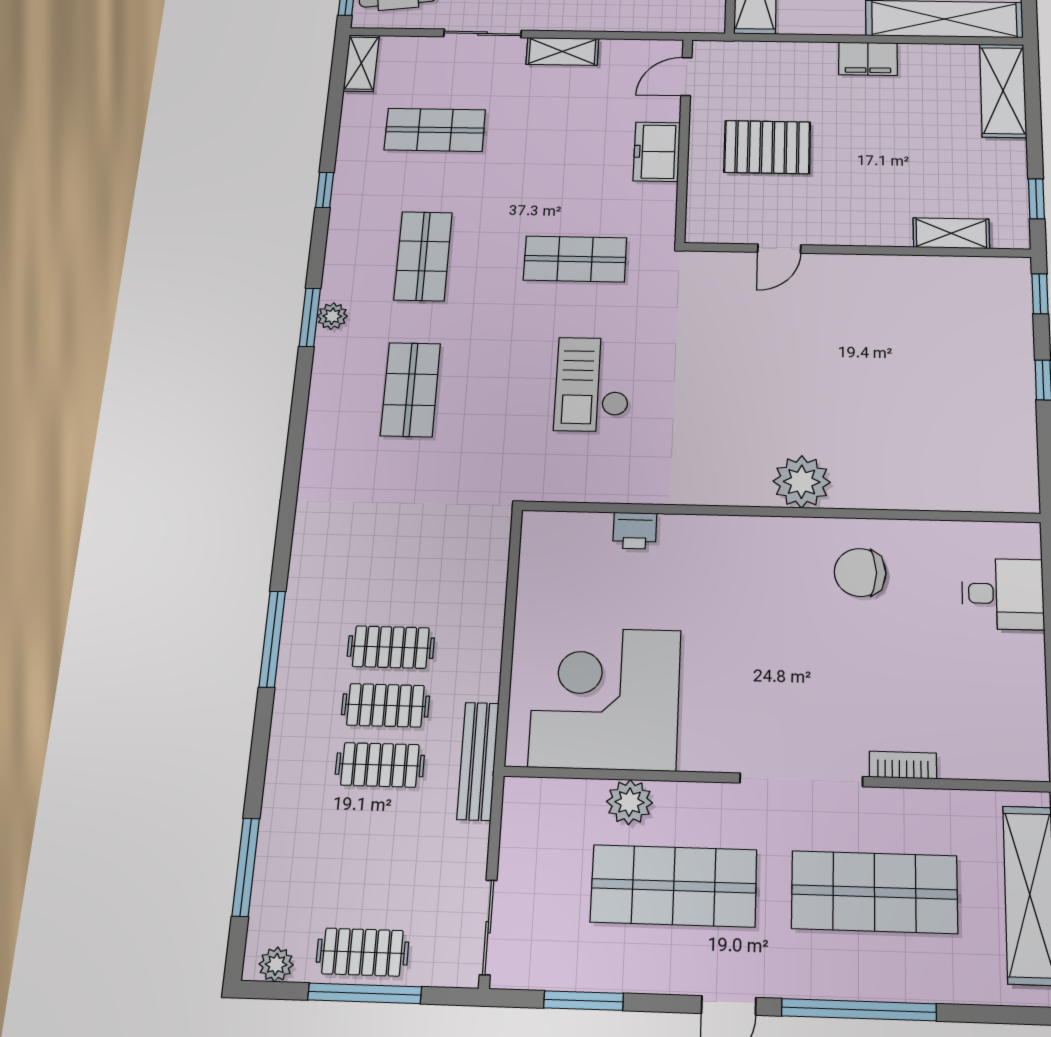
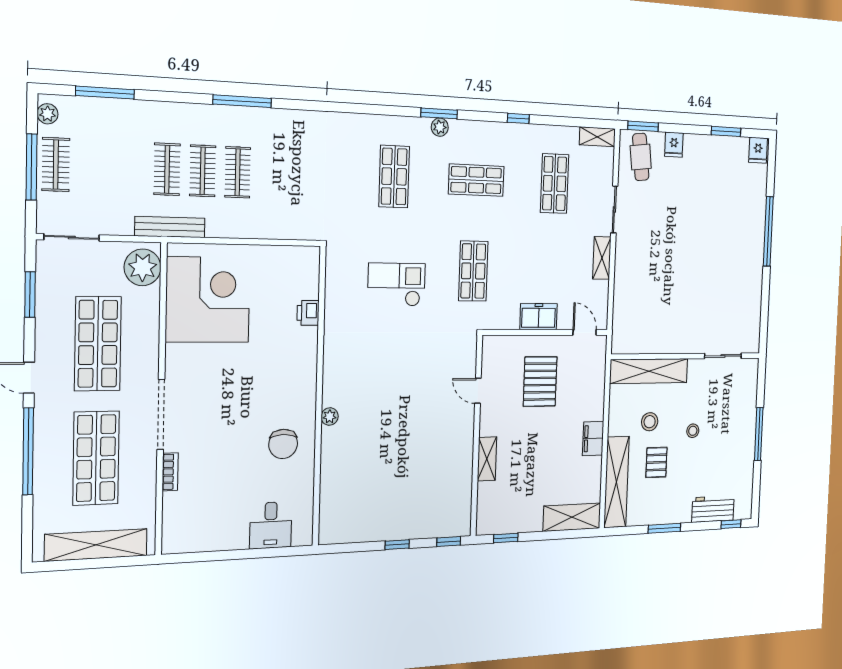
shelving: (951, 233) -> (487, 459), moved
shop shelf: (411, 390) -> (394, 177), turned 90
plant: (802, 482) -> (330, 416), width x0.53, depth x0.53
chair: (860, 573) -> (283, 444), turned 180
plant: (629, 802) -> (143, 267), moved, width x1.36, depth x1.36

